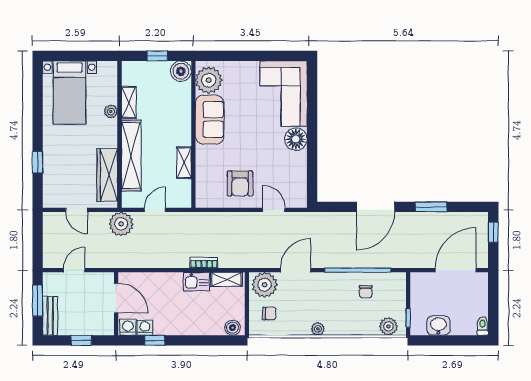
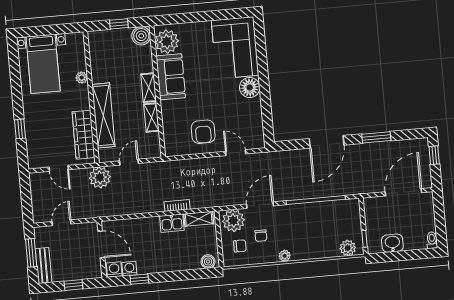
shelving: (129, 103) -> (149, 88), moved
chair: (366, 292) -> (261, 236), moved

